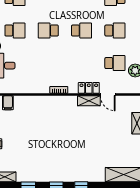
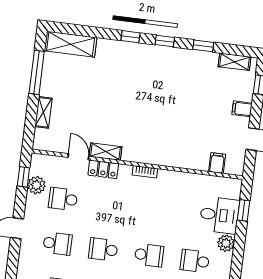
school desk: (115, 31) -> (57, 244), turned 180

